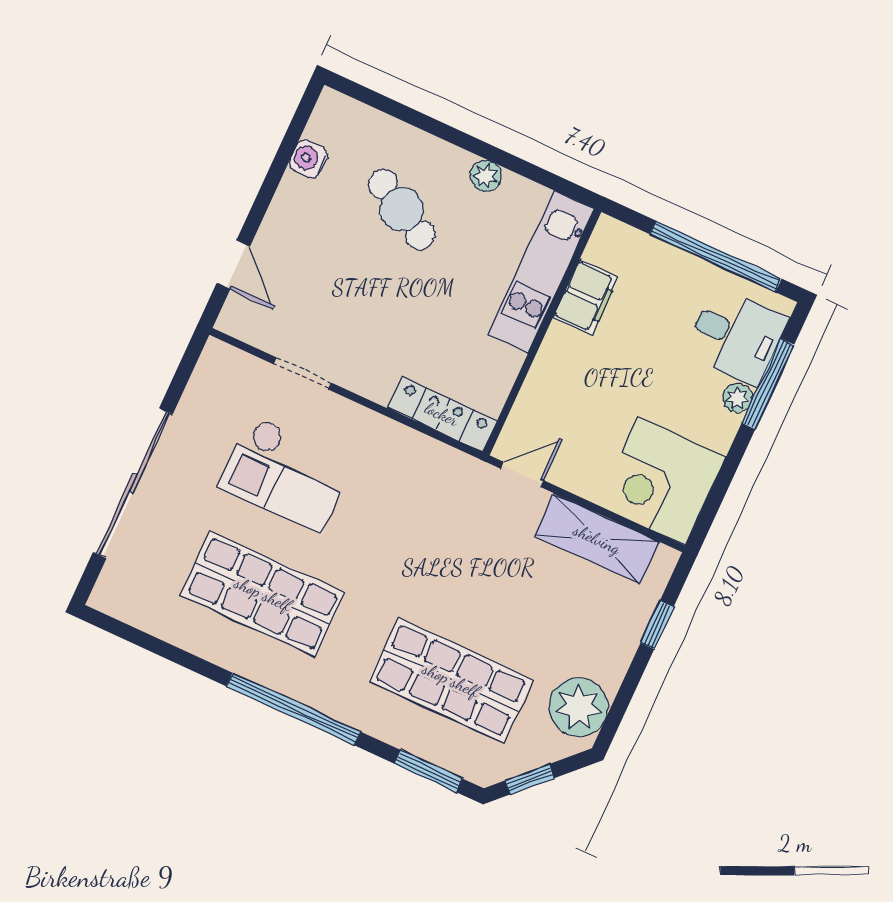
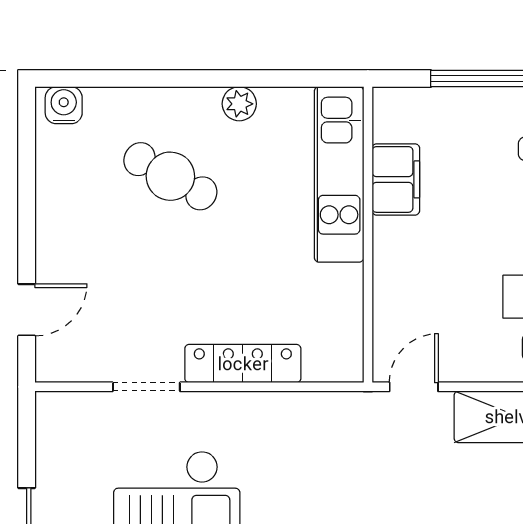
water cooler: (309, 159) -> (64, 105), moved, turned 90
door: (233, 265) -> (27, 310), hinge flipped
locker: (442, 414) -> (243, 364), moved

